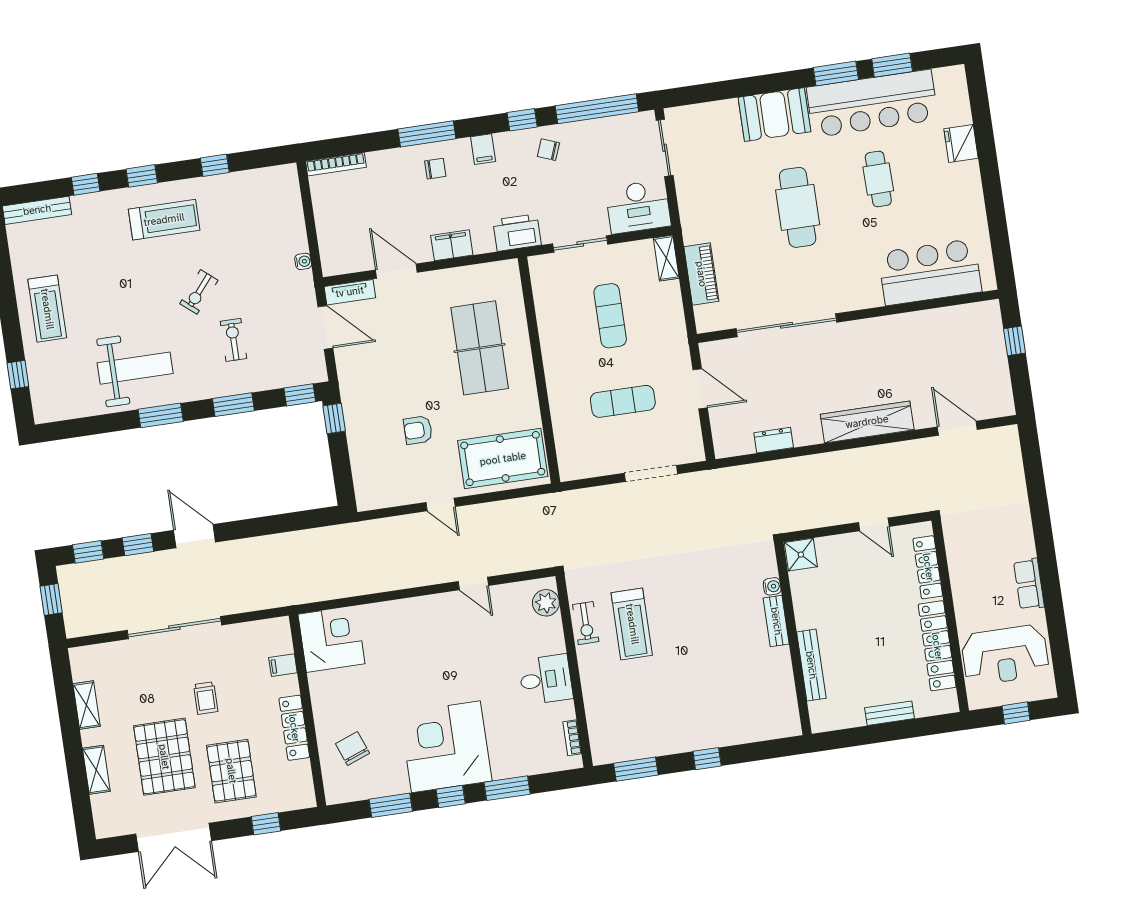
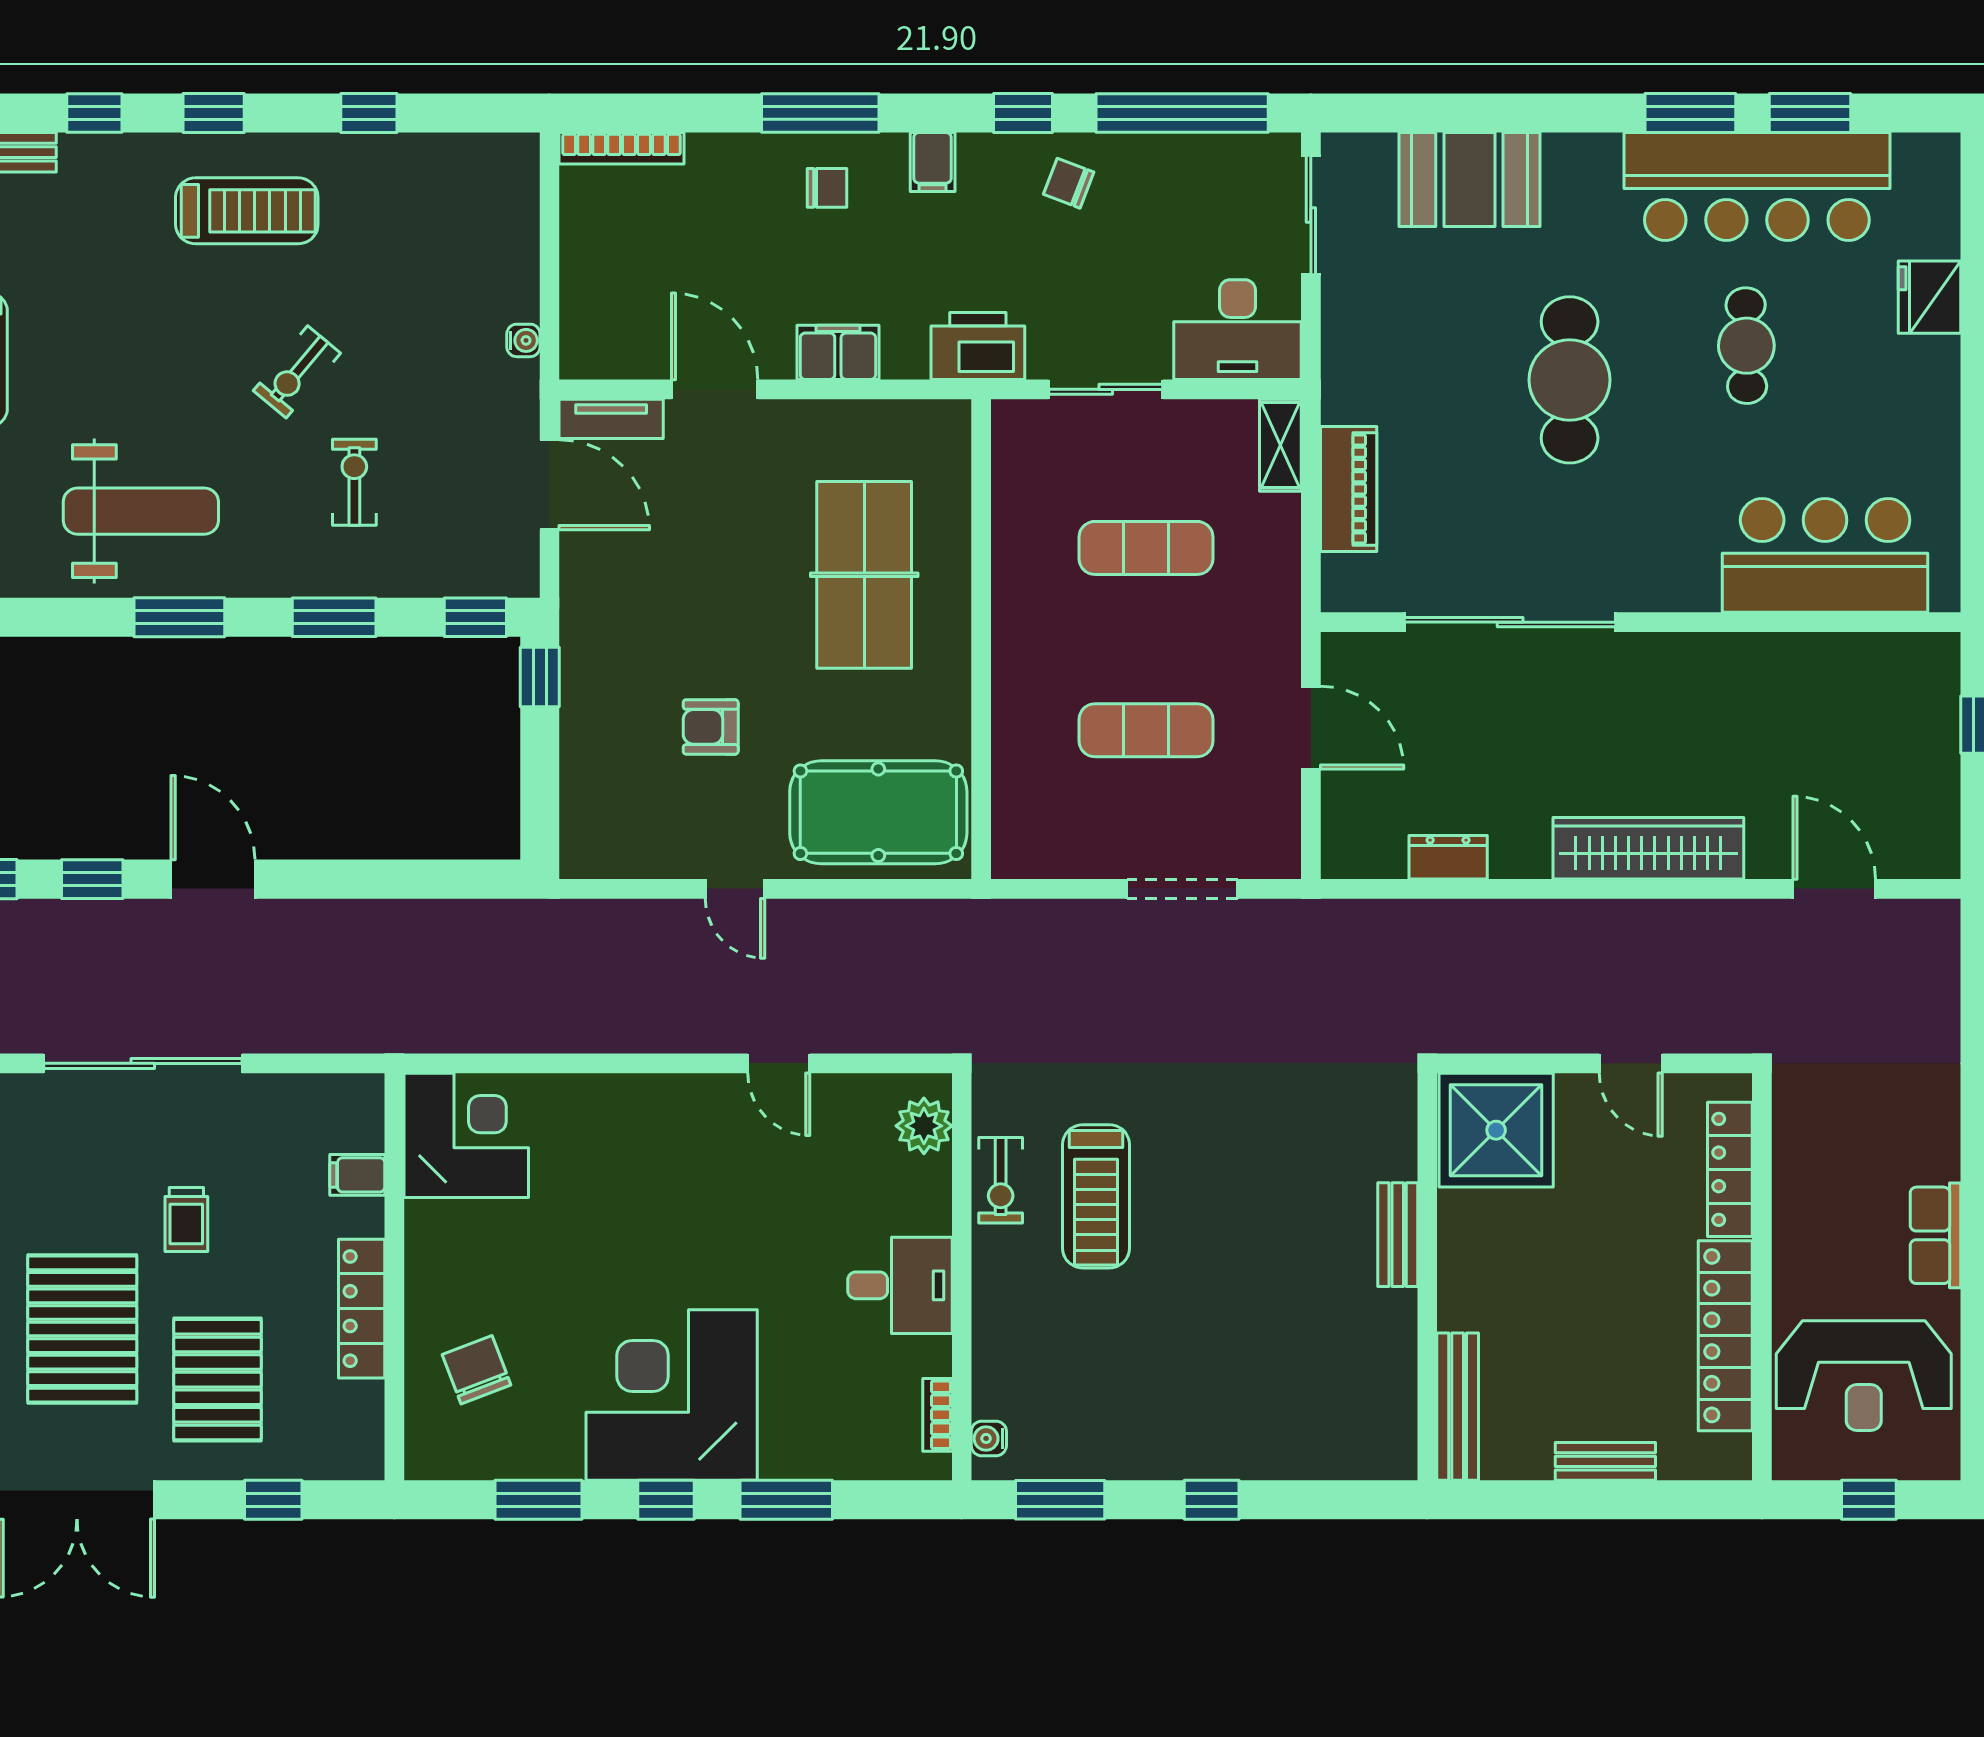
booth: (774, 115) -> (1469, 180), moved
exercise mat: (610, 316) -> (1146, 548), turned 90
shower: (801, 555) -> (1496, 1130), width x1.86, depth x1.86
water cooler: (772, 586) -> (989, 1438), moved, turned 180
bench: (811, 665) -> (1458, 1407), moved

